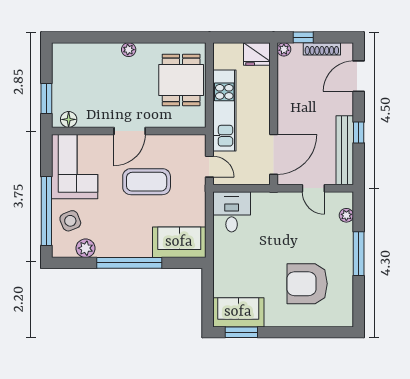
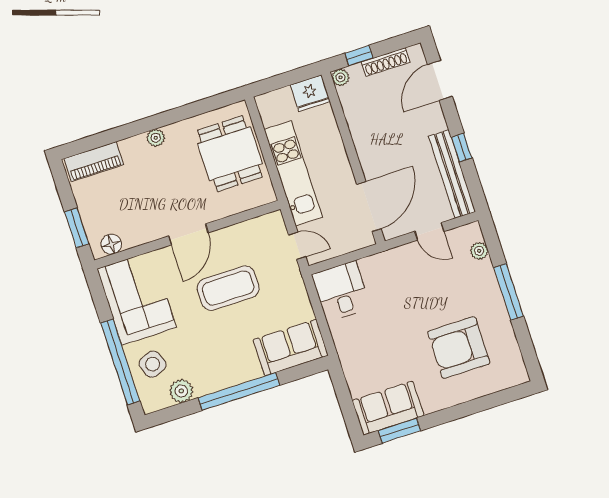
piano: (76, 52) -> (94, 162), added

